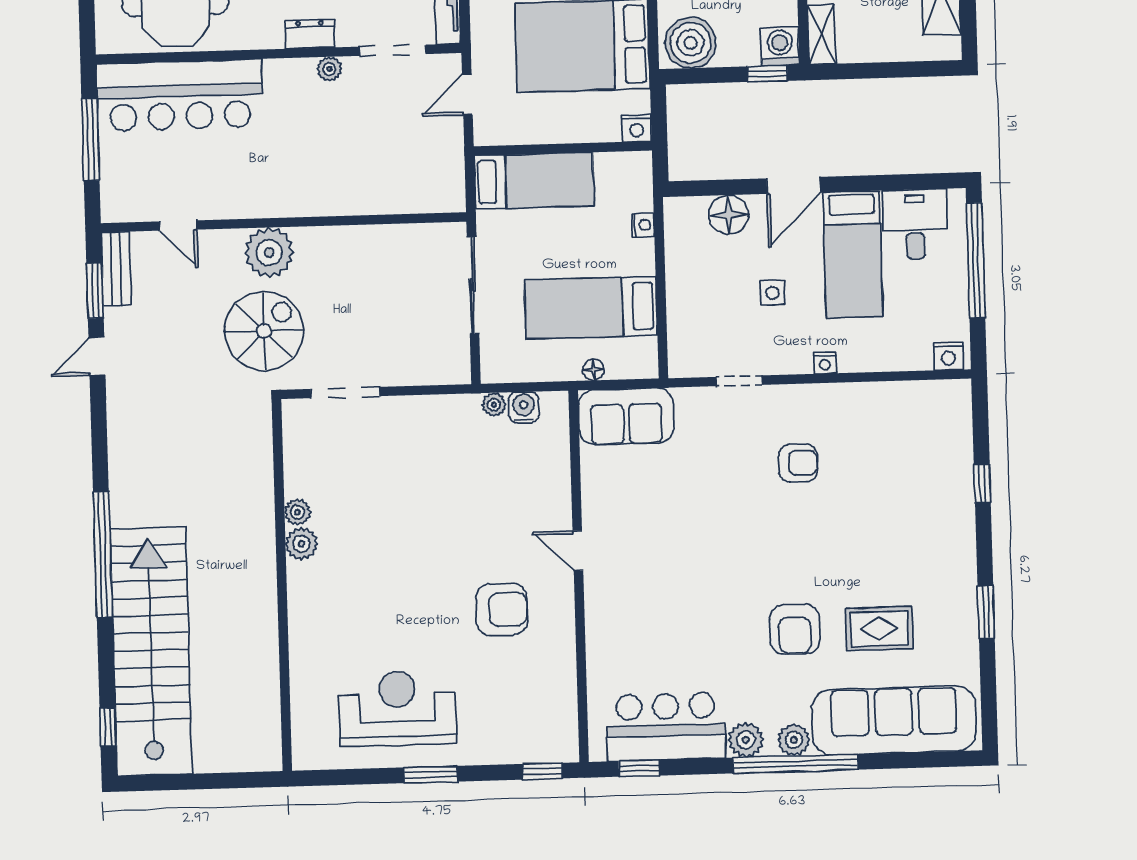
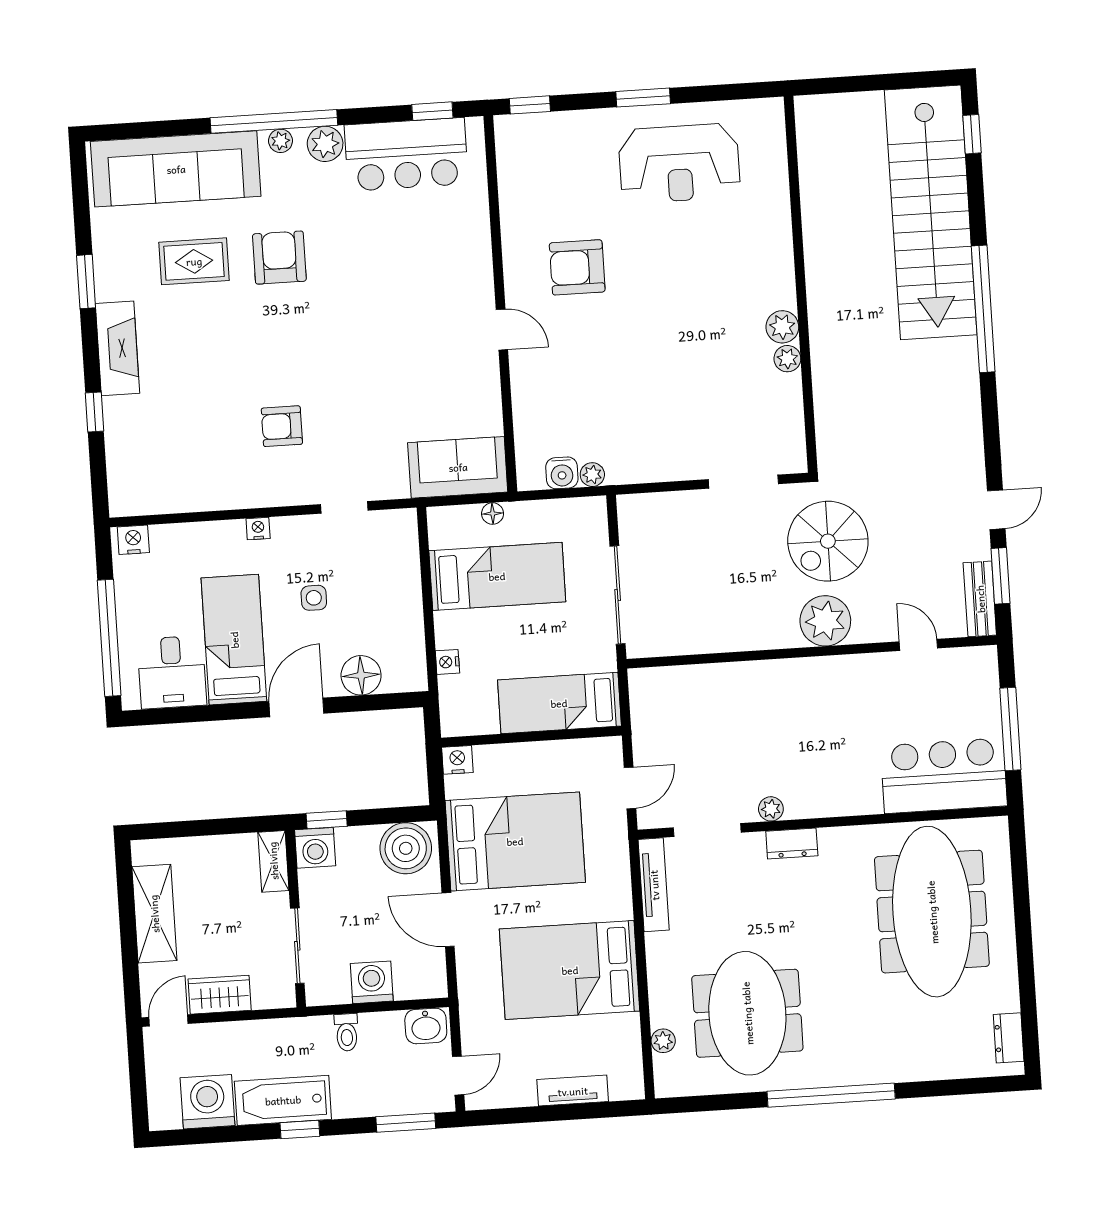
bar counter: (180, 95) -> (944, 776), width x0.73
fireplace: (957, 545) -> (117, 348), added
plant: (794, 740) -> (281, 141), width x0.73, depth x0.73

